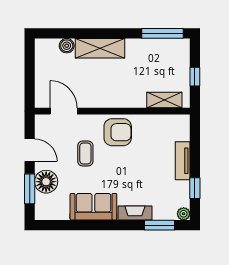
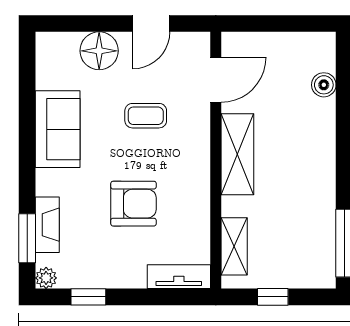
shelving: (100, 48) -> (237, 154), moved
armchair: (118, 132) -> (133, 204), moved, turned -90
tv unit: (183, 161) -> (179, 277), moved
window: (30, 189) -> (87, 24), removed
fireplace: (135, 213) -> (47, 225), moved

